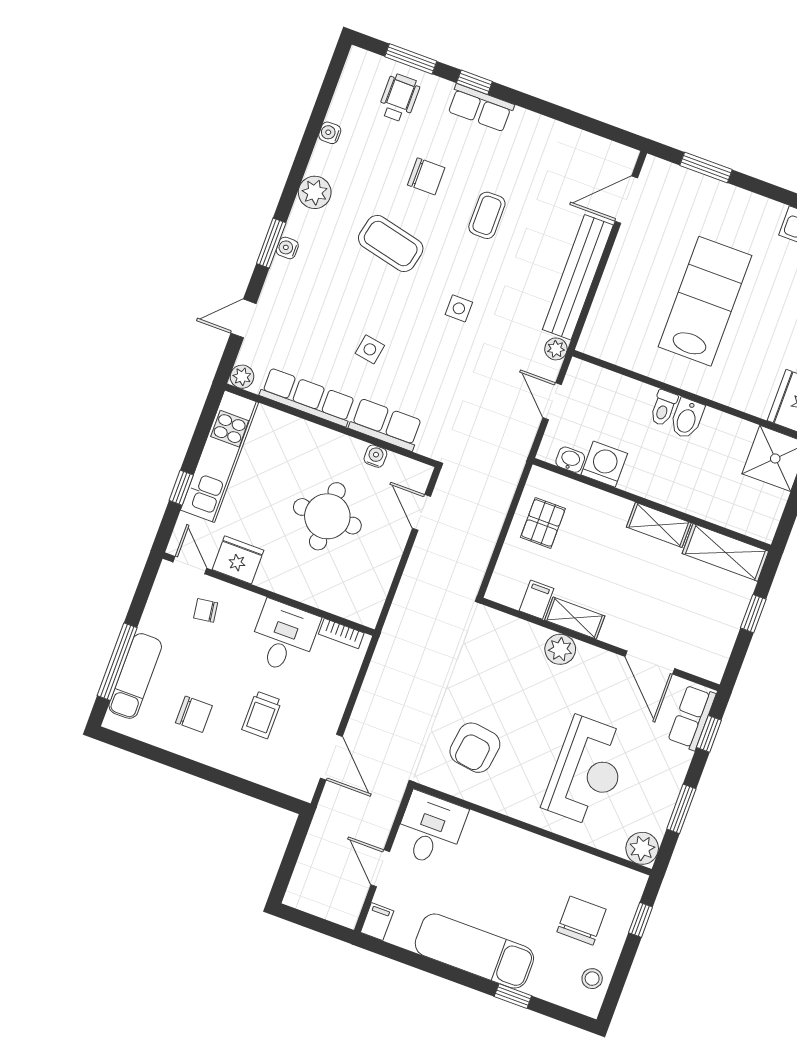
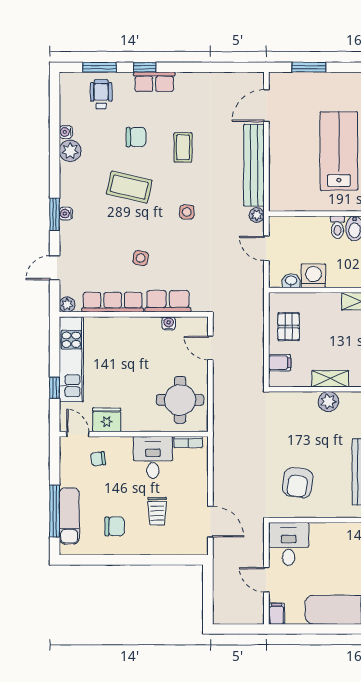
plant: (315, 192) -> (70, 151), moved
round table: (327, 516) -> (180, 400), moved
filing cabinet: (536, 600) -> (280, 363), moved, turned 90

